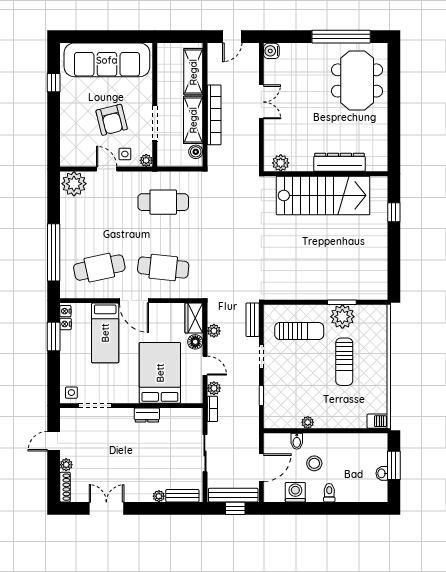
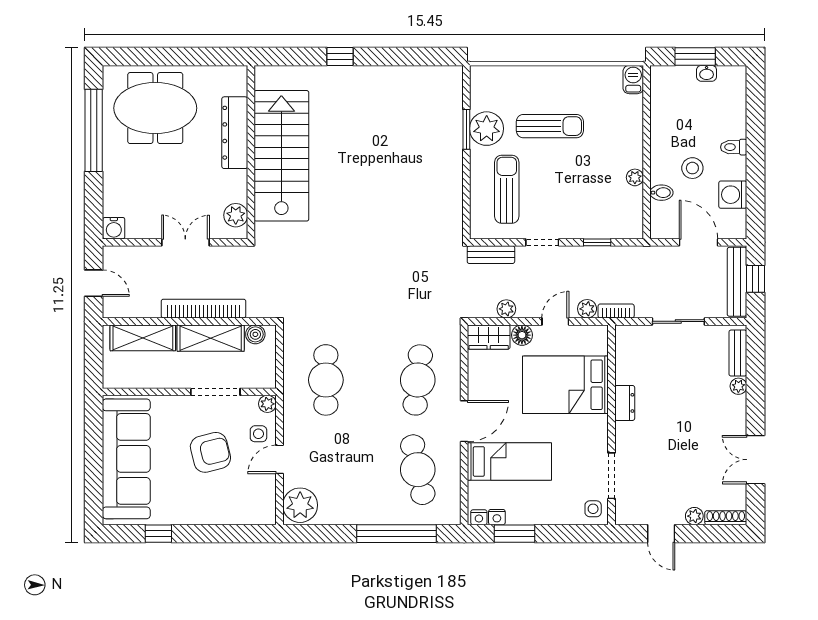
dresser: (339, 162) -> (235, 133), moved
plant: (281, 163) -> (236, 215), moved
wall: (326, 174) -> (251, 152), moved
stairs: (323, 195) -> (281, 156), moved

